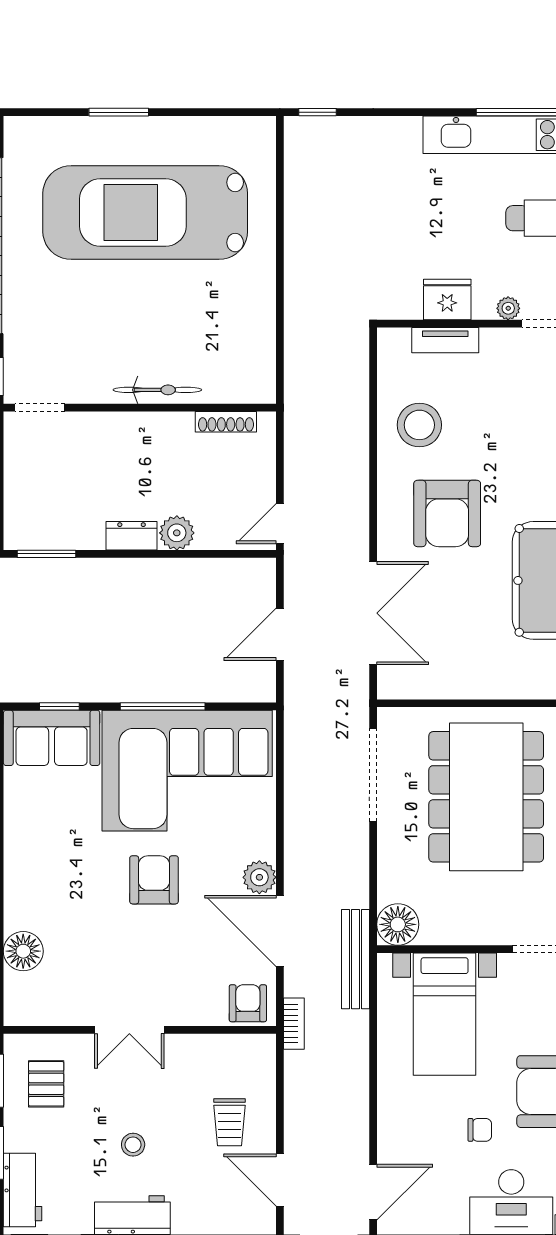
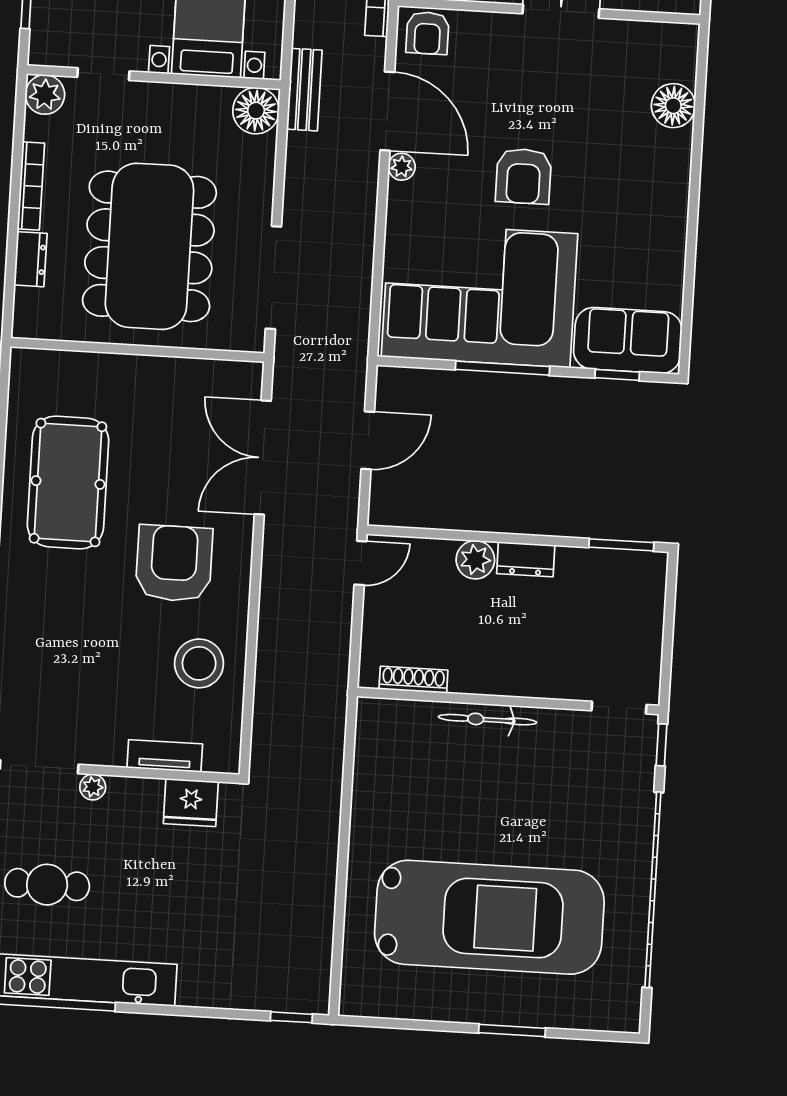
fridge: (447, 300) -> (191, 803), moved
plant: (259, 877) -> (402, 167), width x0.73, depth x0.73
bench: (356, 959) -> (304, 90), width x0.73

